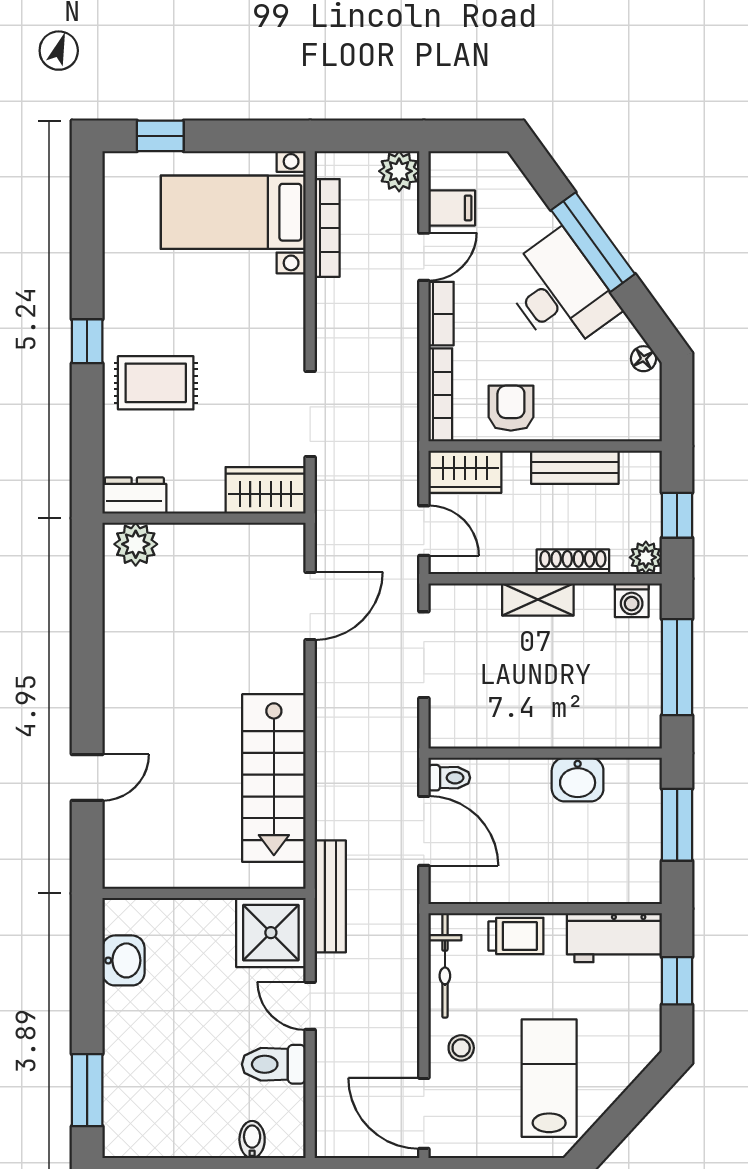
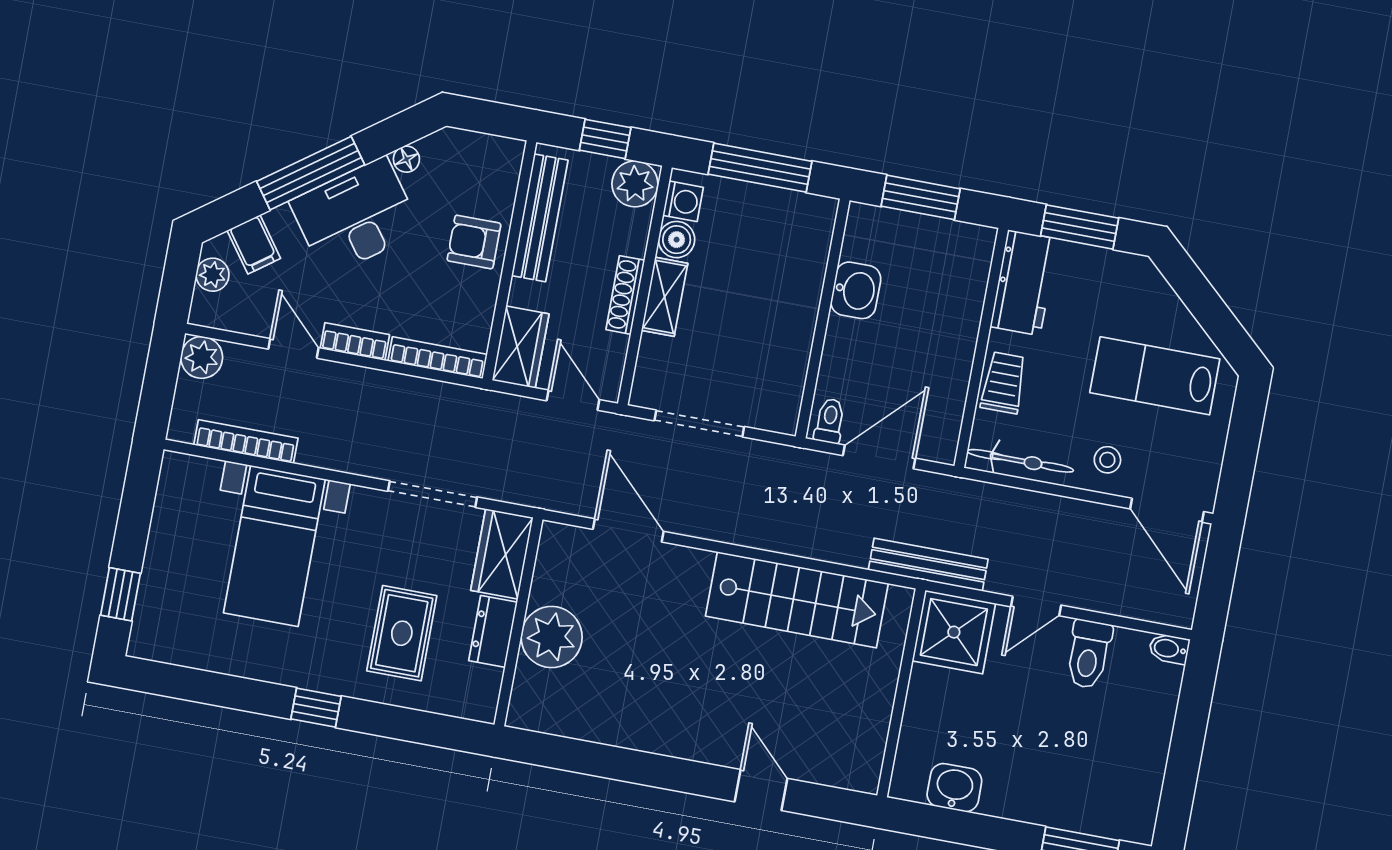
plant: (479, 167) -> (213, 275), added
filing cabinet: (452, 208) -> (254, 244), moved, turned 144
bed with nightstands: (233, 212) -> (274, 546), moved
floor lamp: (643, 359) -> (406, 159), moved
rug: (156, 383) -> (402, 633), moved
armchair: (511, 408) -> (474, 242), moved
bench: (575, 467) -> (540, 218), width x1.36
dresser: (134, 496) -> (493, 631), moved
door: (424, 531) -> (573, 400), hinge flipped
plant: (136, 544) -> (552, 637), moved, width x1.36, depth x1.36
plant: (646, 557) -> (635, 184), width x1.38, depth x1.38
shoe rack: (573, 562) -> (625, 295), moved
boiler: (594, 601) -> (677, 240), added
window: (677, 981) -> (1080, 227), width x1.50
door: (424, 1113) -> (1167, 510), hinge flipped
bidet: (252, 1140) -> (1169, 649), moved

